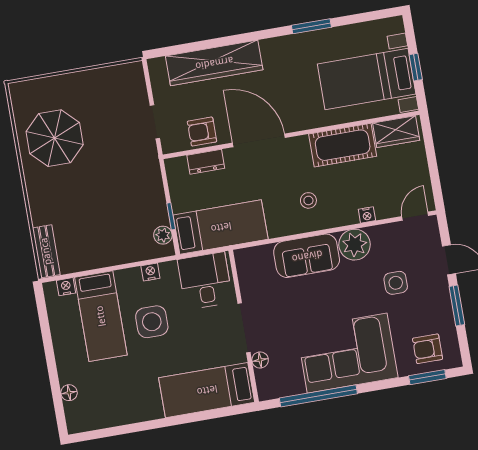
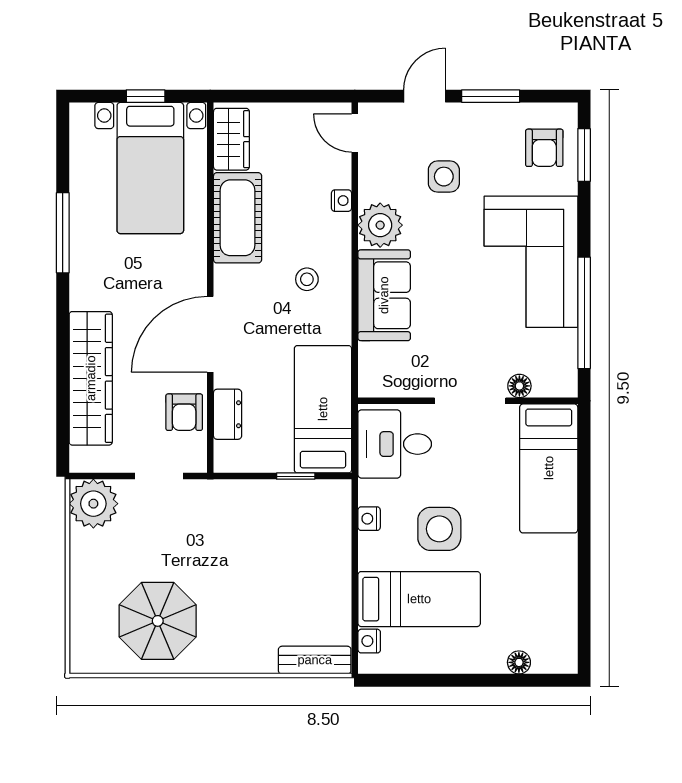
window: (311, 26) -> (63, 233), width x1.44
plant: (163, 235) -> (93, 504), moved, width x1.88, depth x1.88

